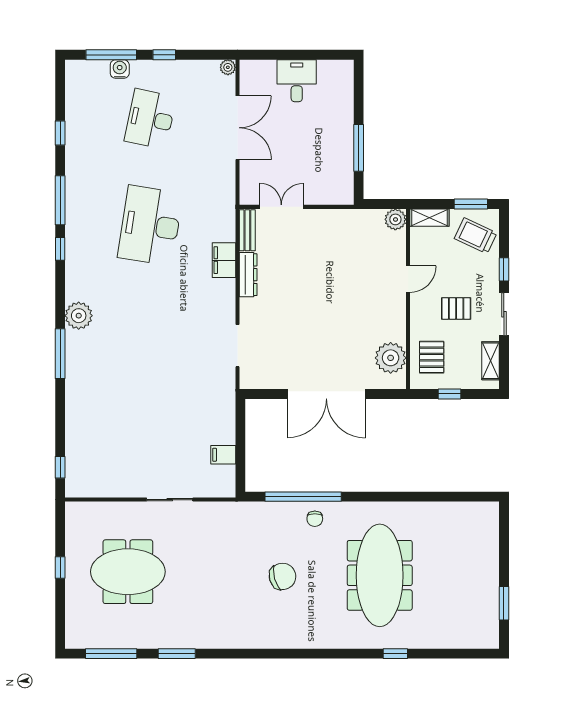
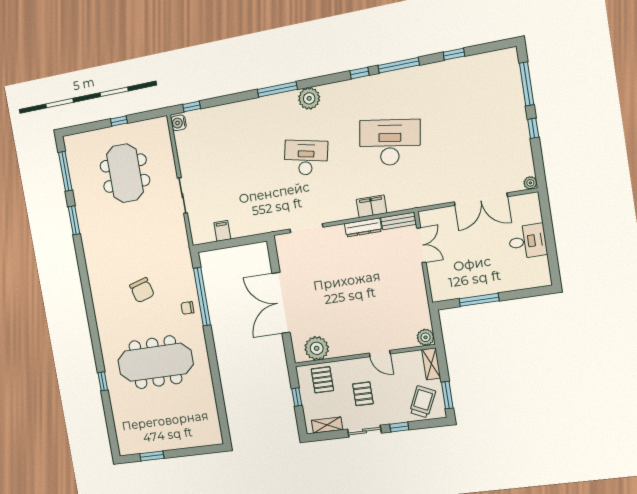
water cooler: (120, 69) -> (179, 123), moved, turned 180
desk: (150, 119) -> (306, 158), moved
pallet: (432, 357) -> (322, 380), turned 90

